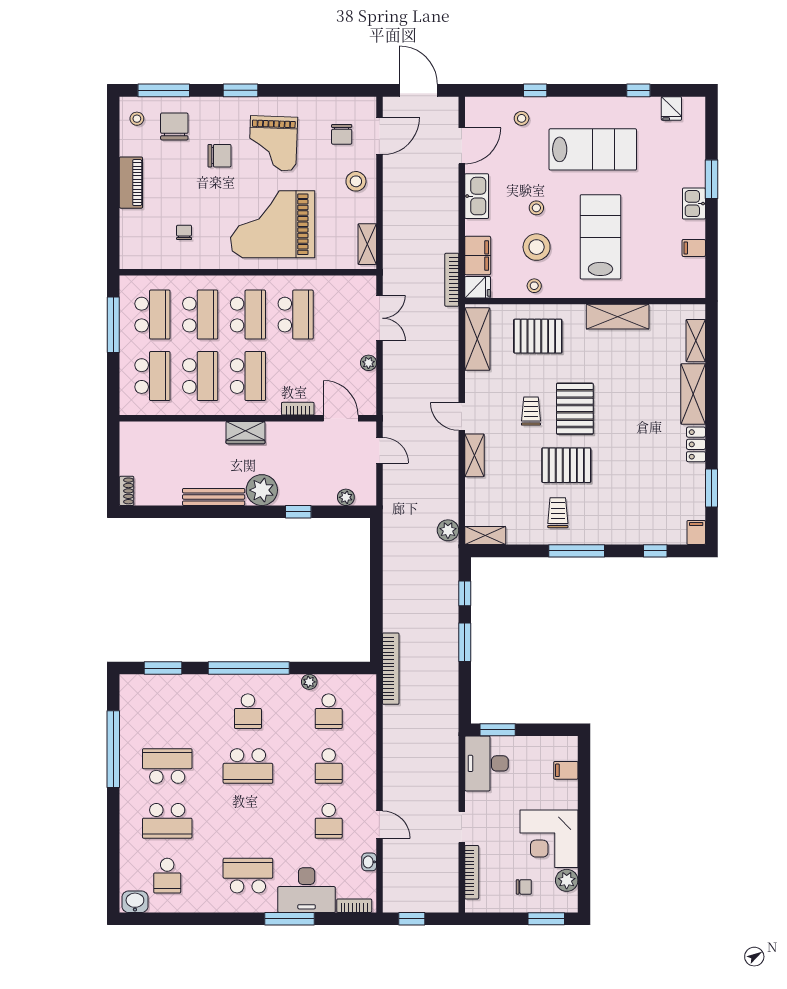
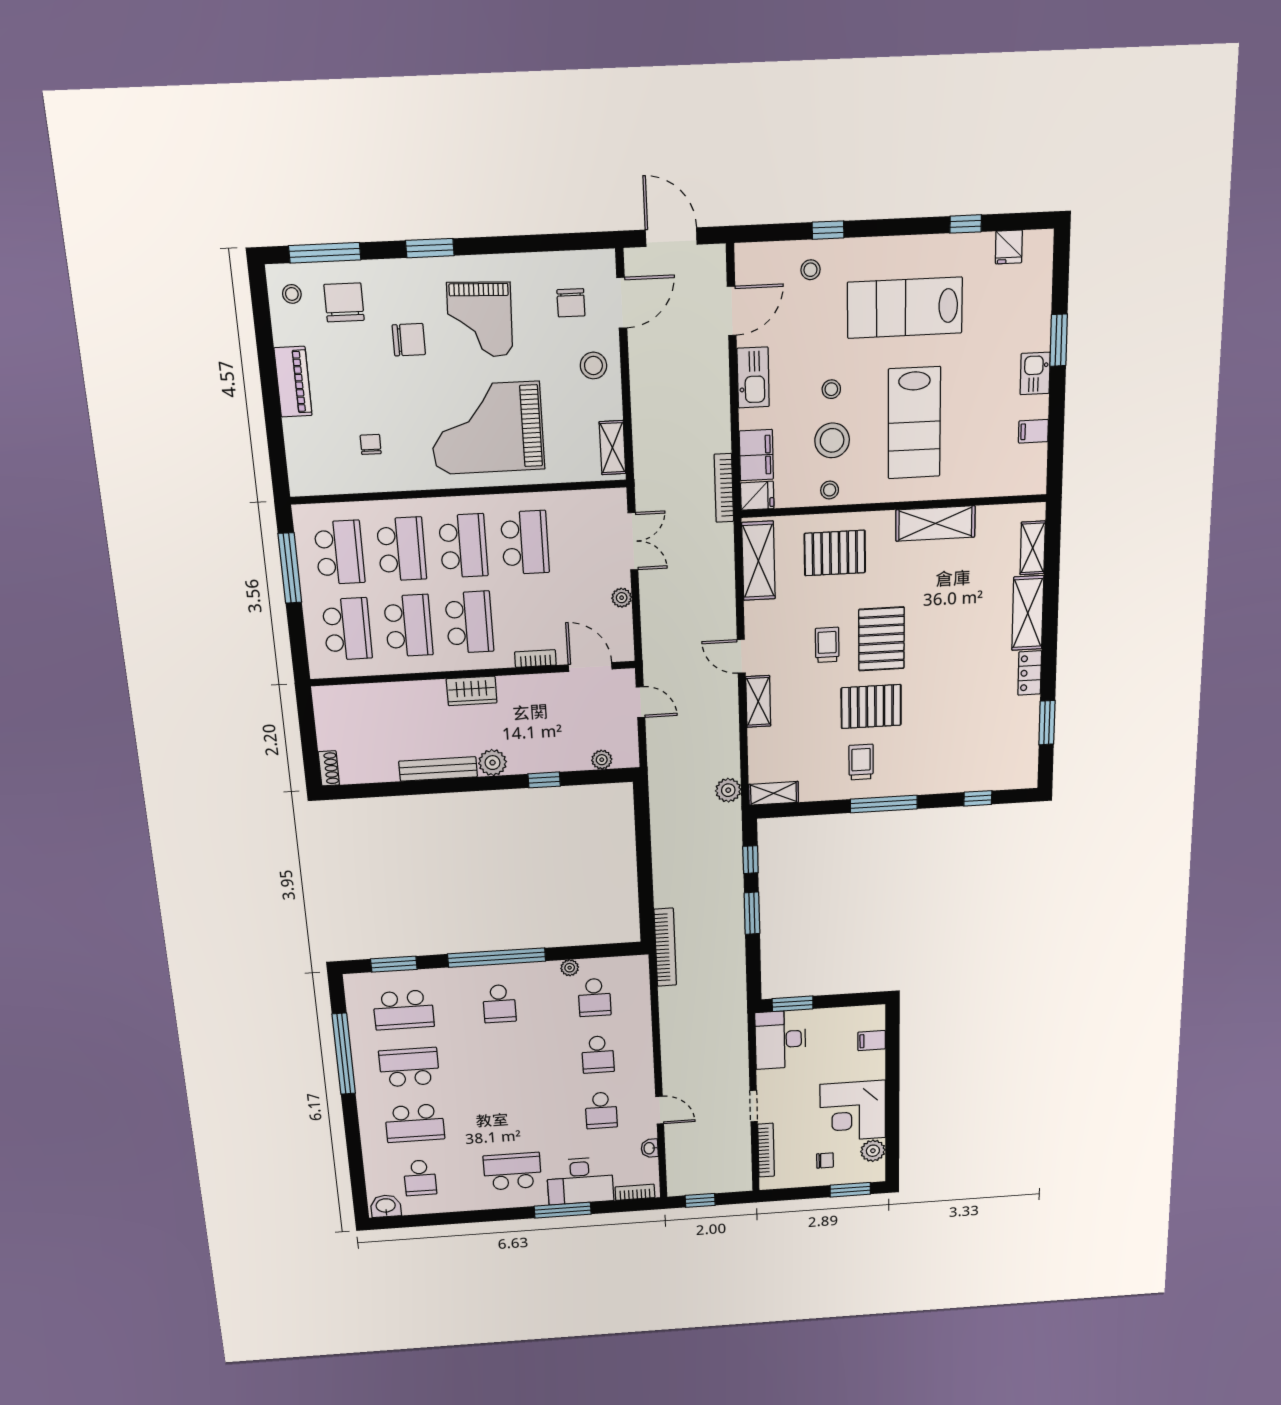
lab bench: (593, 149) -> (905, 308), turned 180
lab bench: (600, 237) -> (914, 423), turned 180
plant: (262, 490) -> (493, 763), width x0.73, depth x0.73
filing cabinet: (696, 533) -> (1027, 775), removed
school desk: (248, 766) -> (404, 1010), moved

